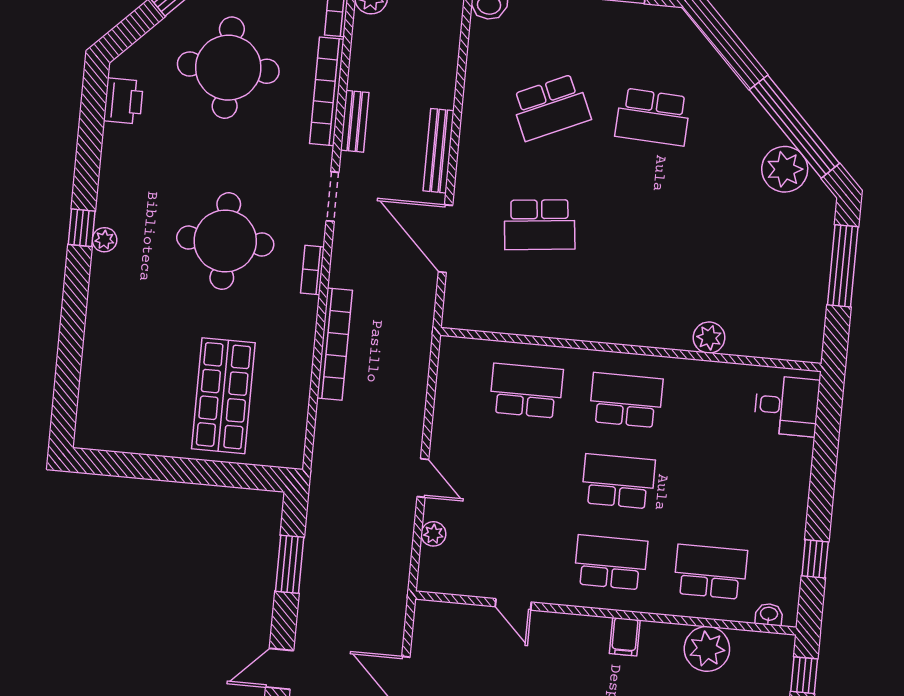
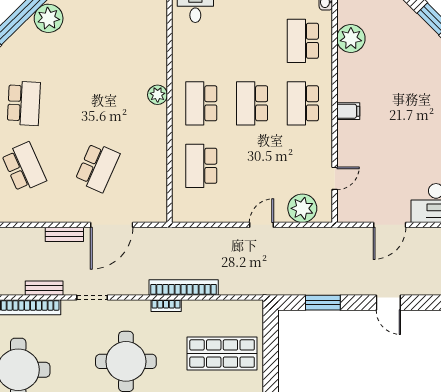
bench: (439, 151) -> (64, 234), width x0.73
school desk: (540, 225) -> (97, 167), turned 30
bookcase: (312, 270) -> (166, 306), moved
plant: (709, 338) -> (158, 95), moved
plant: (433, 534) -> (302, 208), width x1.88, depth x1.88
door: (513, 604) -> (335, 178), moved
filing cabinet: (625, 637) -> (348, 111), moved

